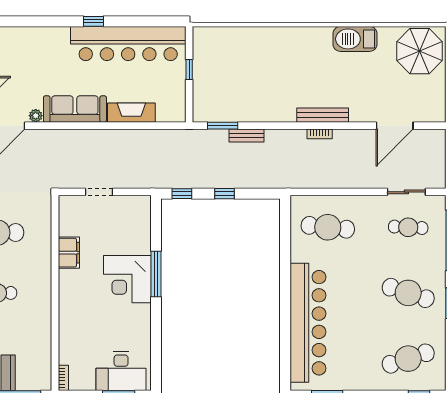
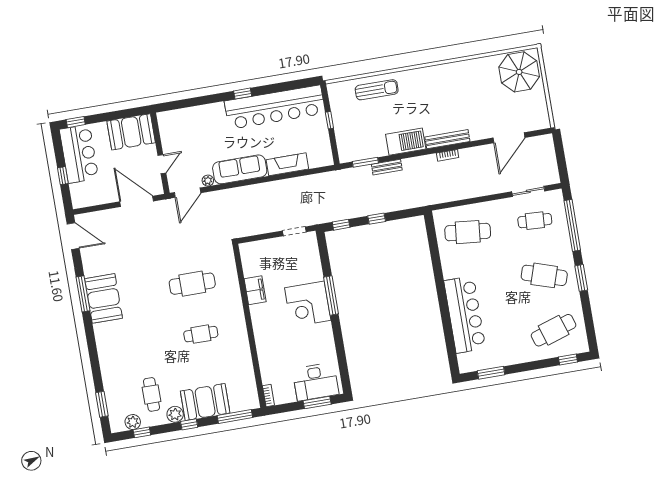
barbecue: (355, 39) -> (406, 142), moved, turned 180
sun lounger: (250, 44) -> (377, 90), added
doorway: (99, 192) -> (294, 231), moved
bar counter: (308, 323) -> (465, 315), width x0.73

